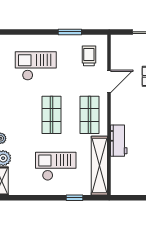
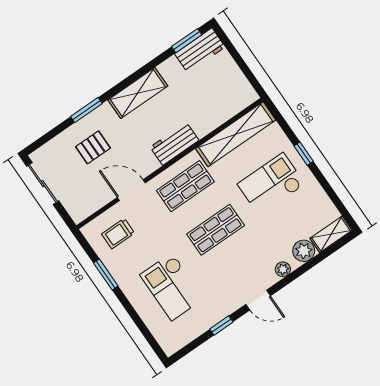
workbench: (119, 141) -> (174, 144), moved
checkout: (56, 166) -> (271, 184), turned 90
window: (75, 198) -> (304, 154), moved

